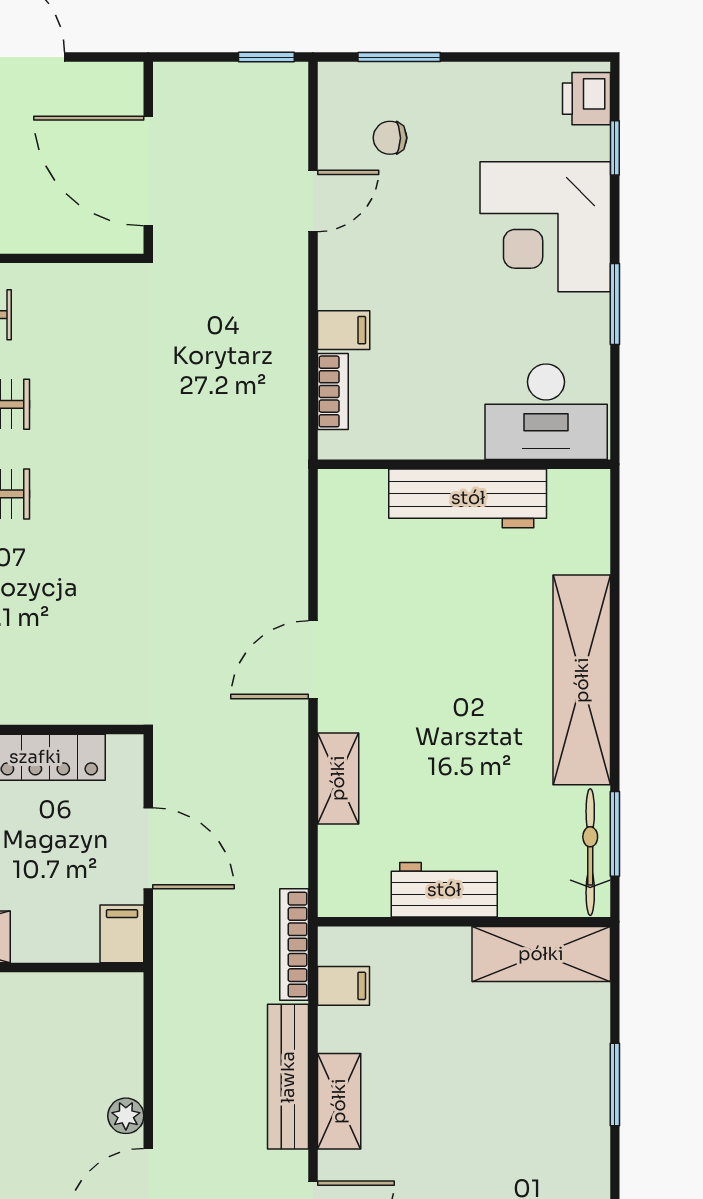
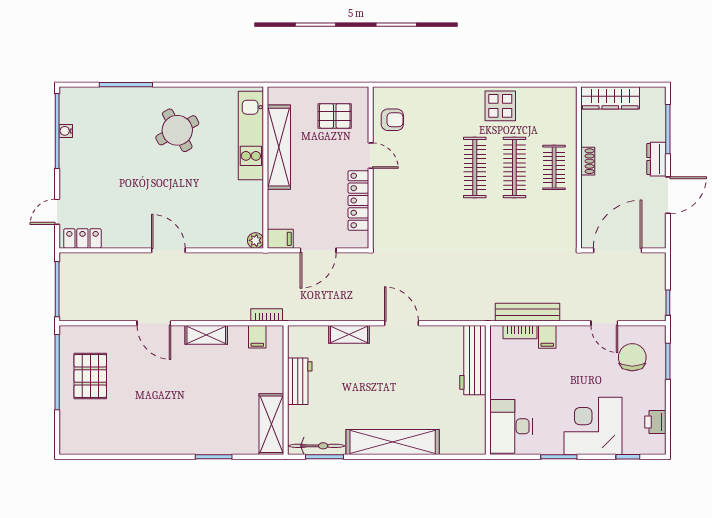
printer: (587, 99) -> (655, 422), moved, turned -90
chair: (390, 138) -> (632, 357), width x1.87, depth x1.87
workbench: (468, 498) -> (473, 360), moved
bookcase: (294, 945) -> (267, 315), width x0.64
bench: (288, 1077) -> (527, 312), moved
plant: (126, 1116) -> (255, 240), moved

